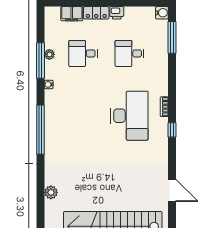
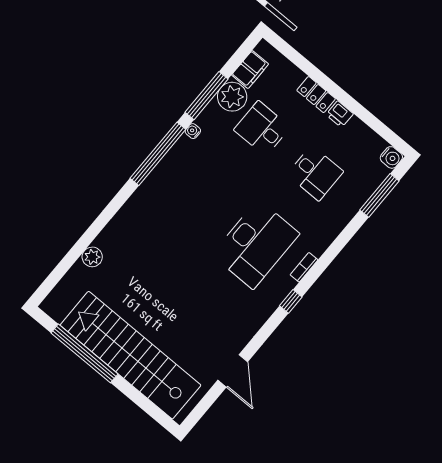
filing cabinet: (72, 14) -> (250, 69), moved, turned -90
desk: (129, 53) -> (315, 173), turned 180
plant: (49, 54) -> (232, 97), width x1.88, depth x1.88
window: (40, 130) -> (158, 154), moved

